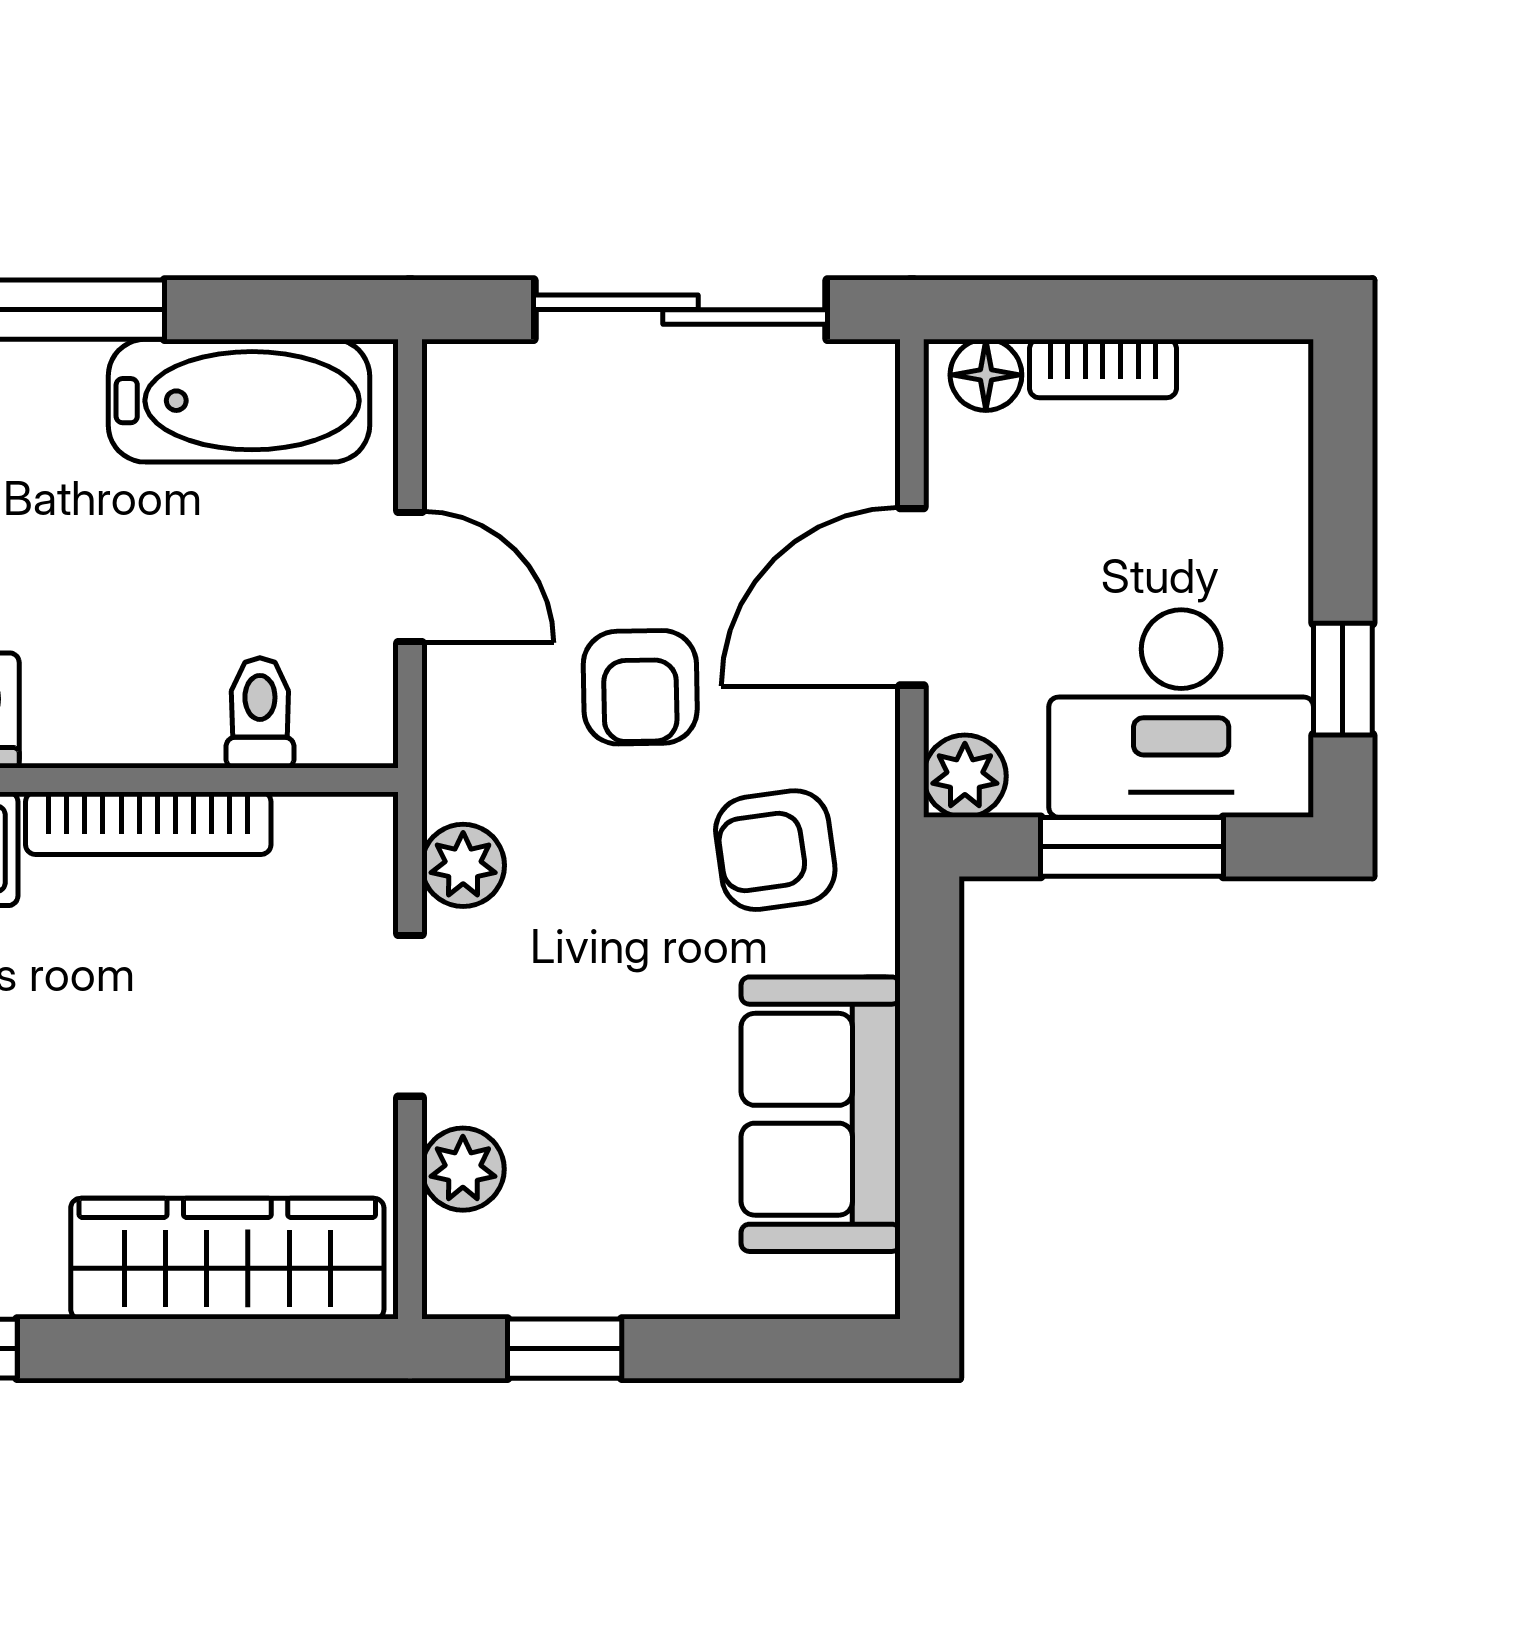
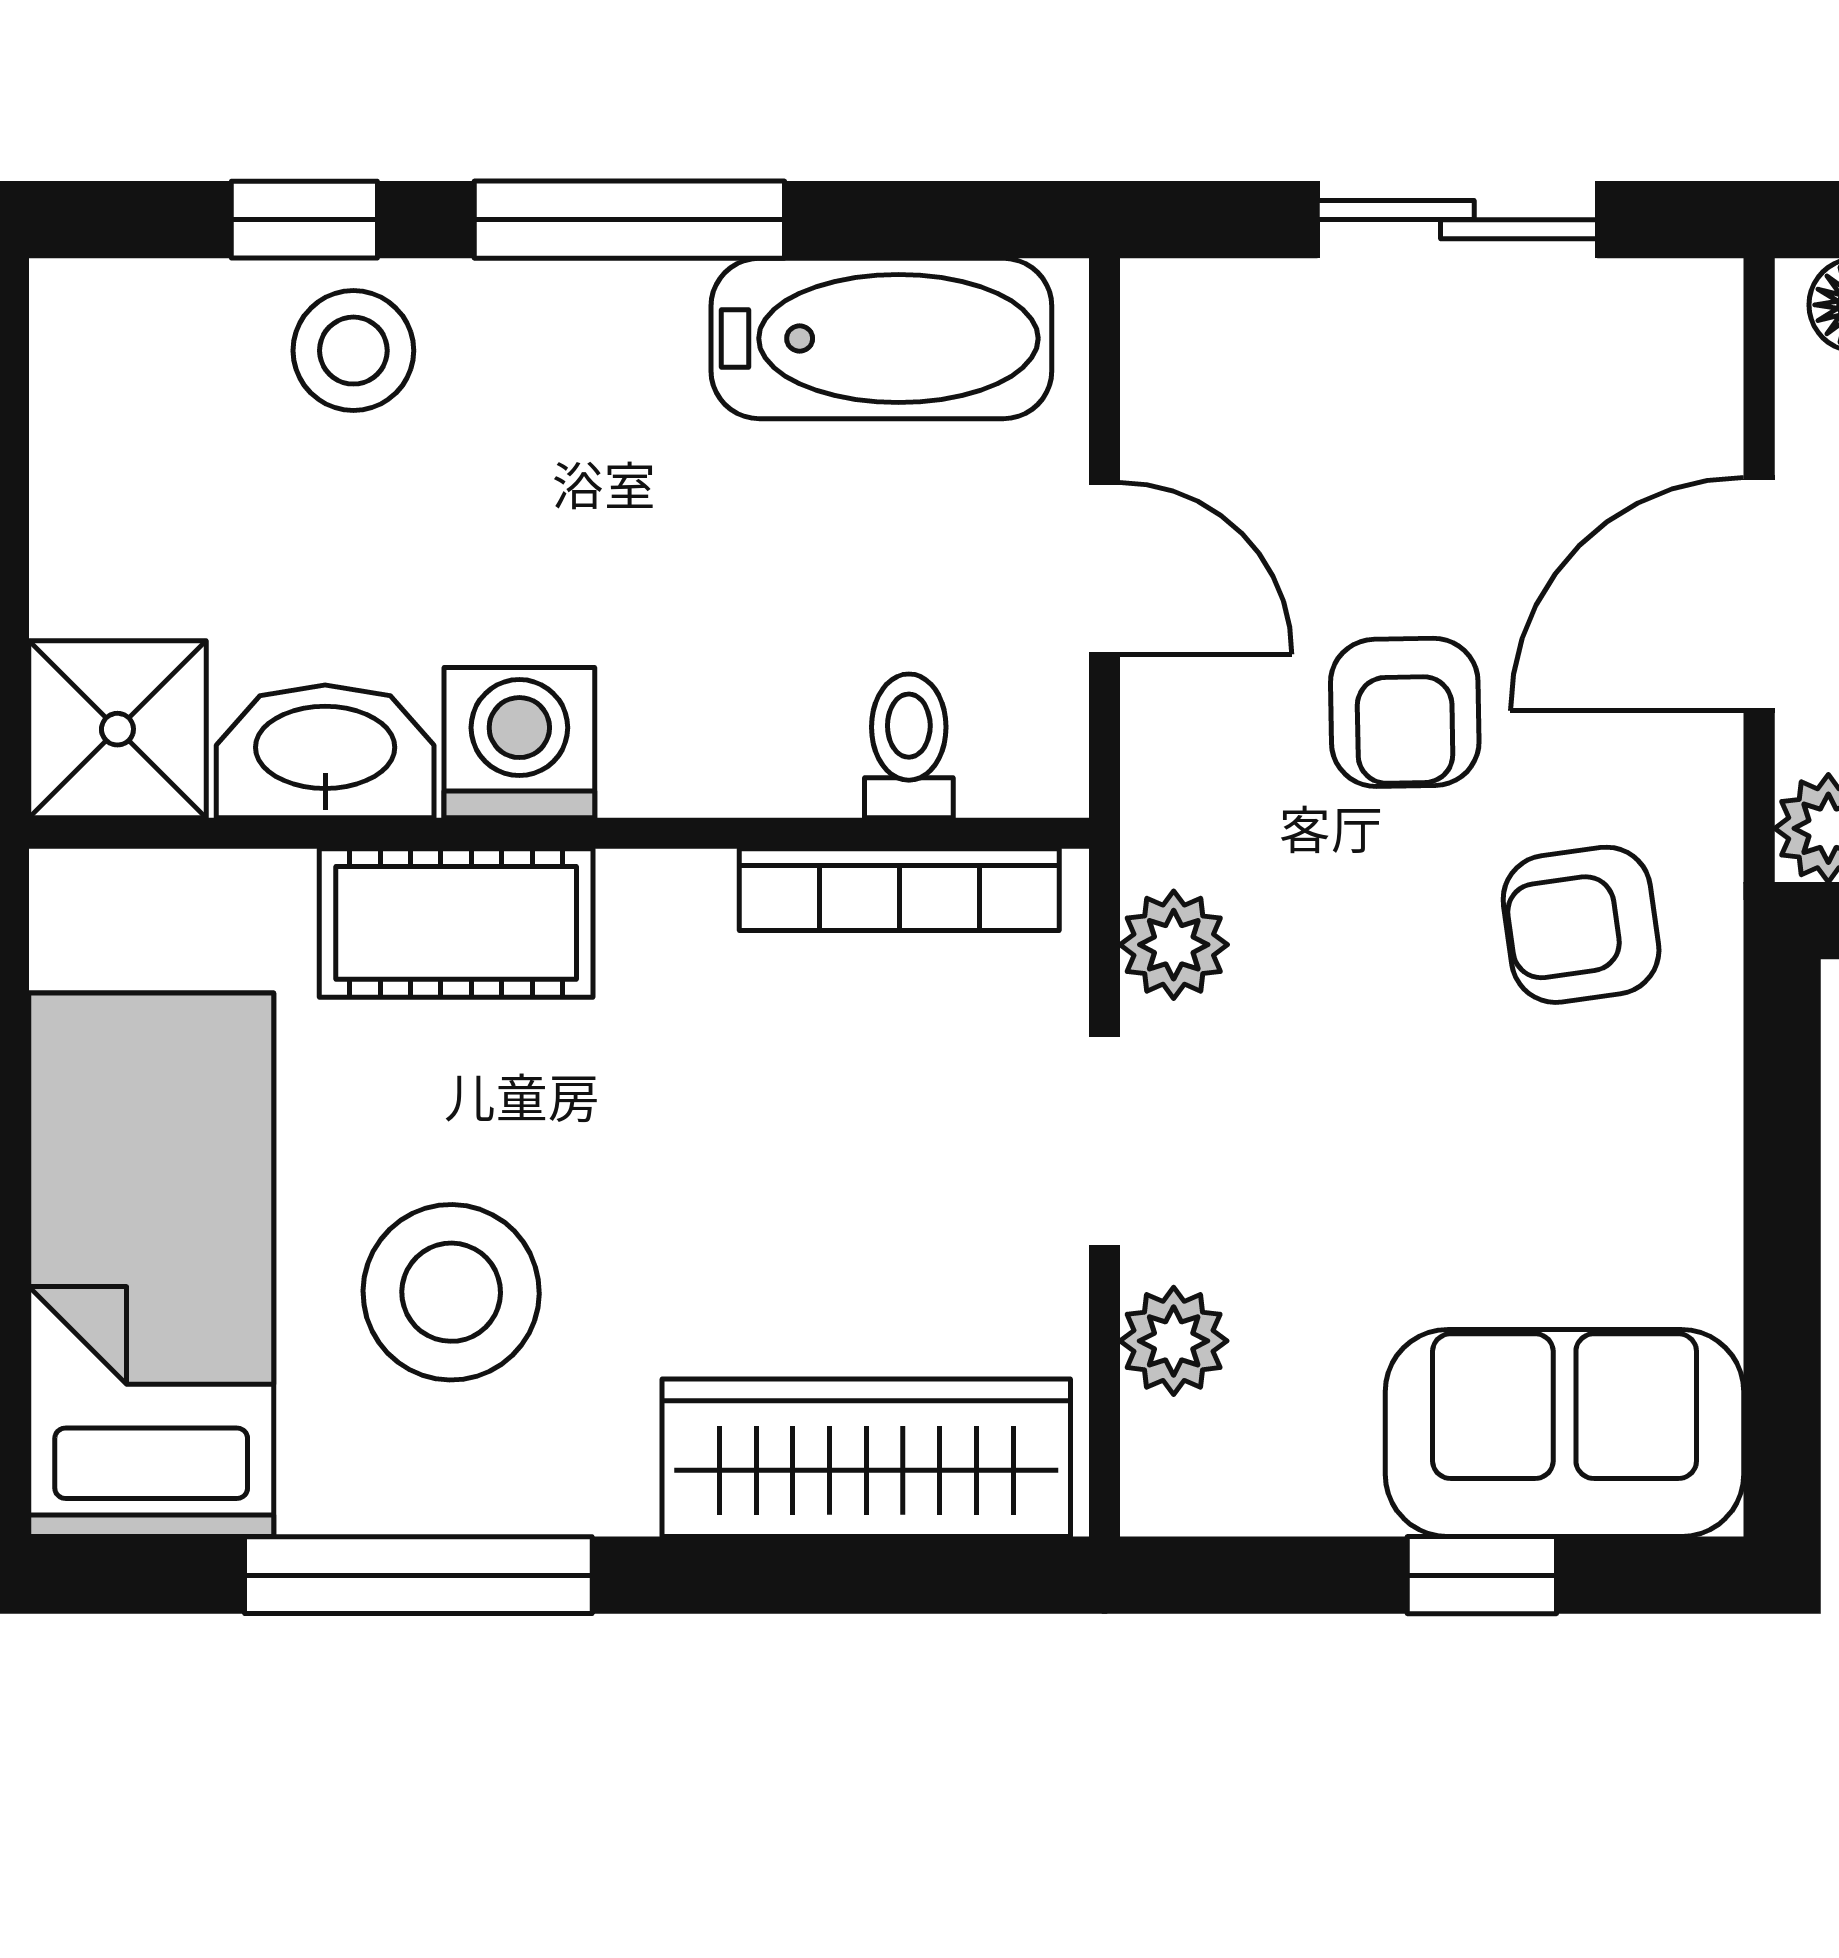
sliding door: (681, 310) -> (1457, 220), width x0.73
bookcase: (148, 823) -> (899, 890), moved
sofa: (821, 1114) -> (1565, 1433), moved, turned 90
window: (565, 1349) -> (1482, 1575), moved

